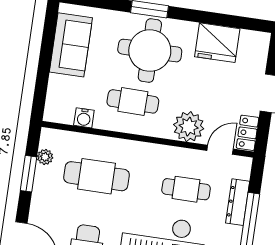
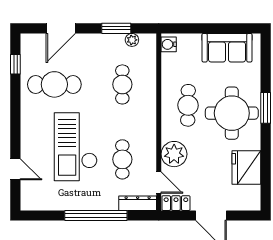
water cooler: (84, 118) -> (169, 44), moved
cafe table: (97, 176) -> (122, 84), width x0.73, depth x0.74
dresser: (238, 202) -> (138, 203), moved

